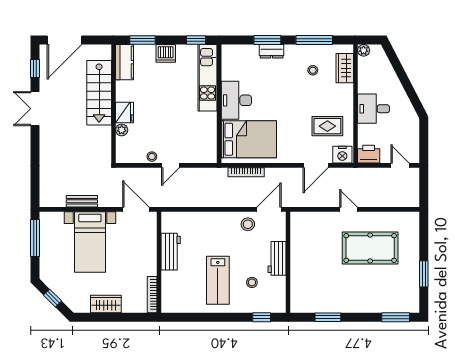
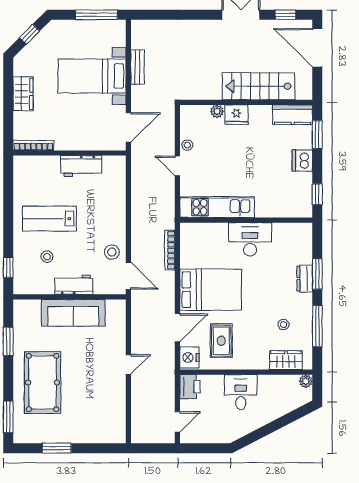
kitchen unit: (207, 78) -> (217, 207), moved
bed: (249, 139) -> (211, 290), moved, turned -90
door: (316, 165) -> (177, 328), swing flipped
pool table: (370, 248) -> (43, 383), moved
sofa: (302, 259) -> (73, 313), added

